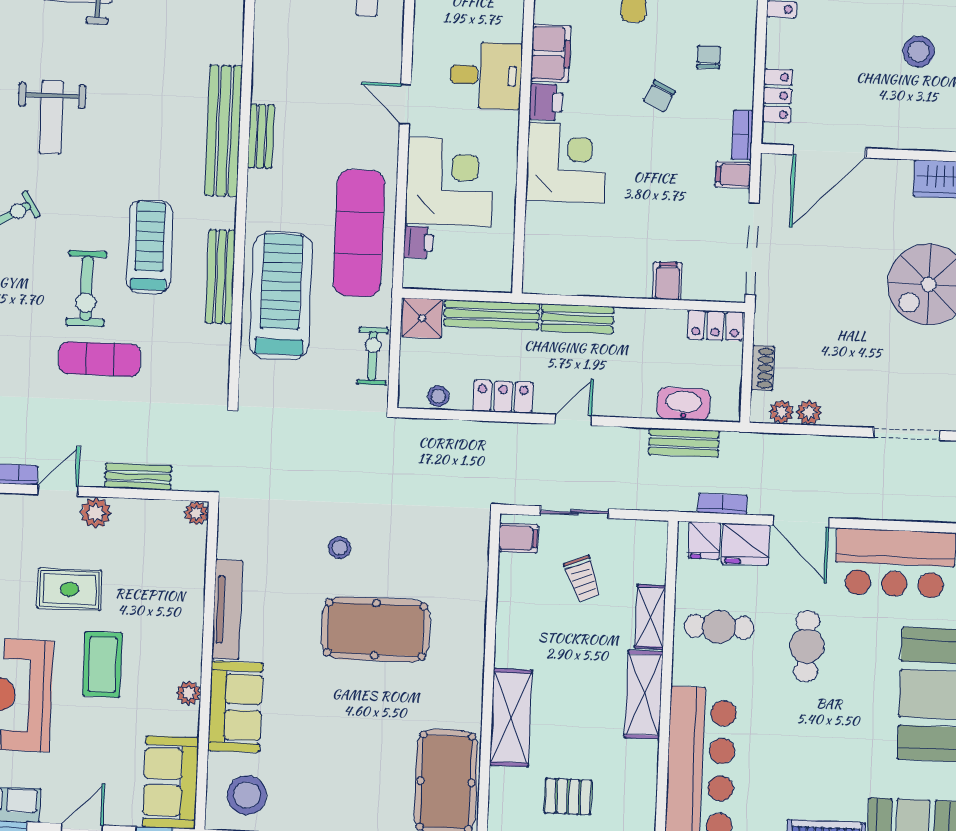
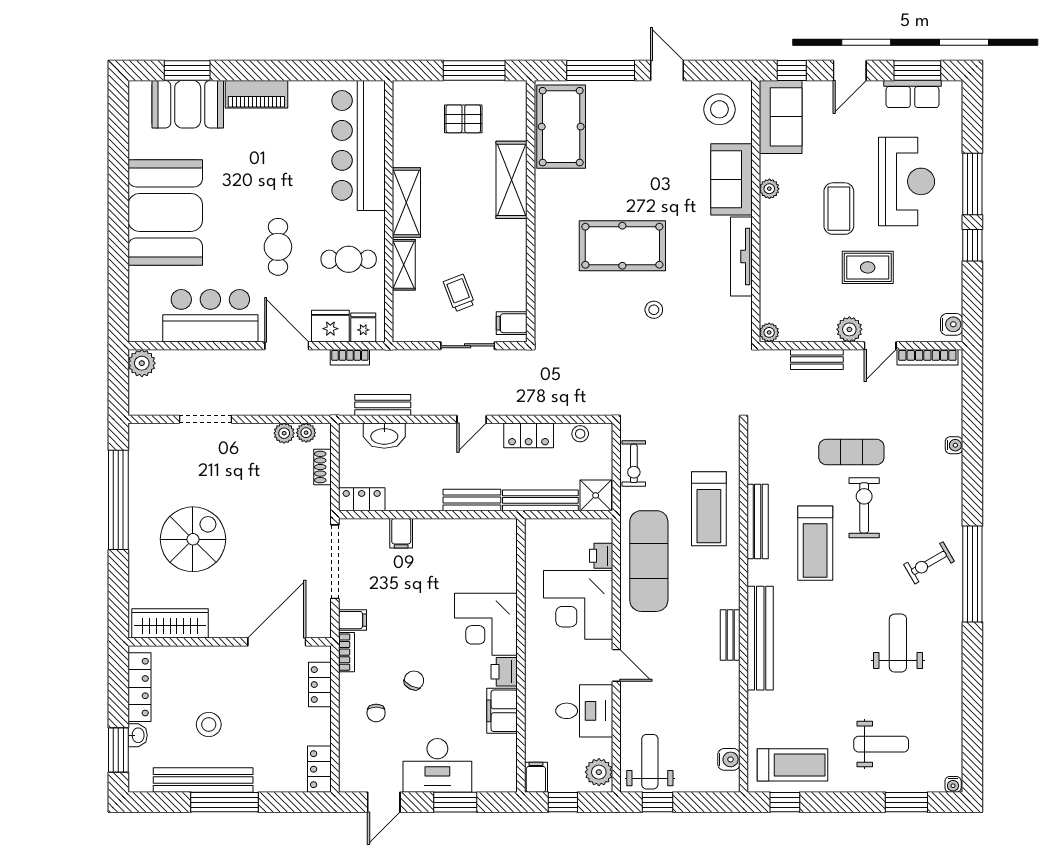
desk: (486, 75) -> (584, 711), moved, turned 180
treadmill: (281, 296) -> (709, 509), width x0.73, depth x0.73

